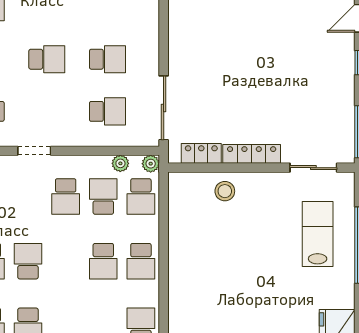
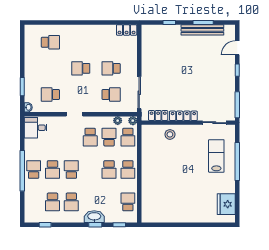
school desk: (47, 59) -> (81, 68), turned 180
school desk: (107, 59) -> (111, 68), turned 180

